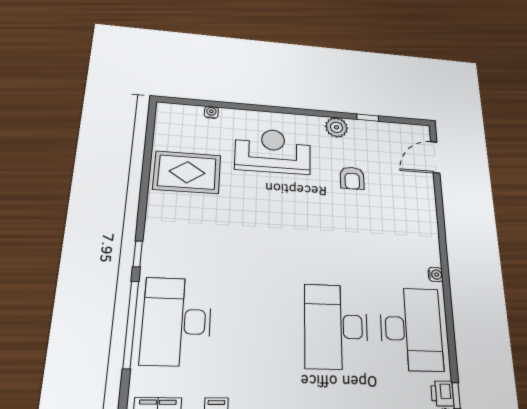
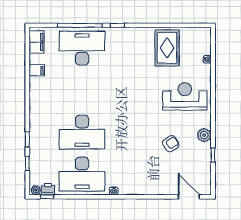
reception desk: (273, 151) -> (185, 96), turned -90
armchair: (352, 178) -> (171, 144), turned 147
desk: (336, 326) -> (82, 132), turned 180

